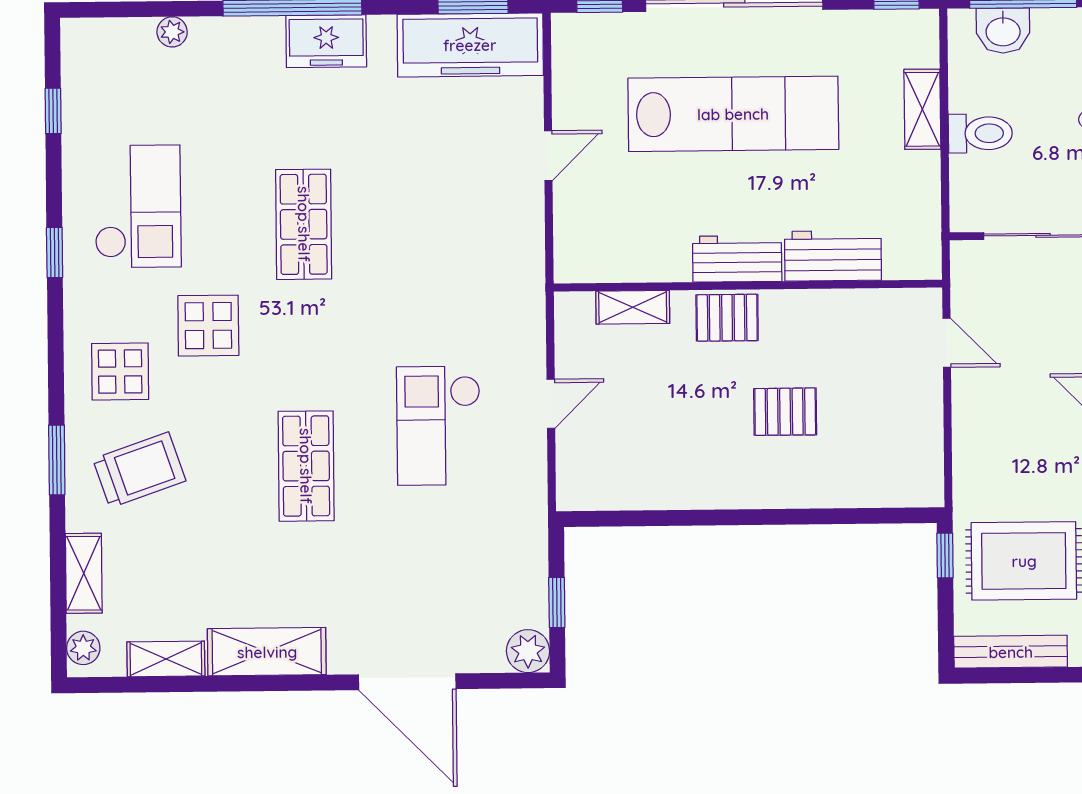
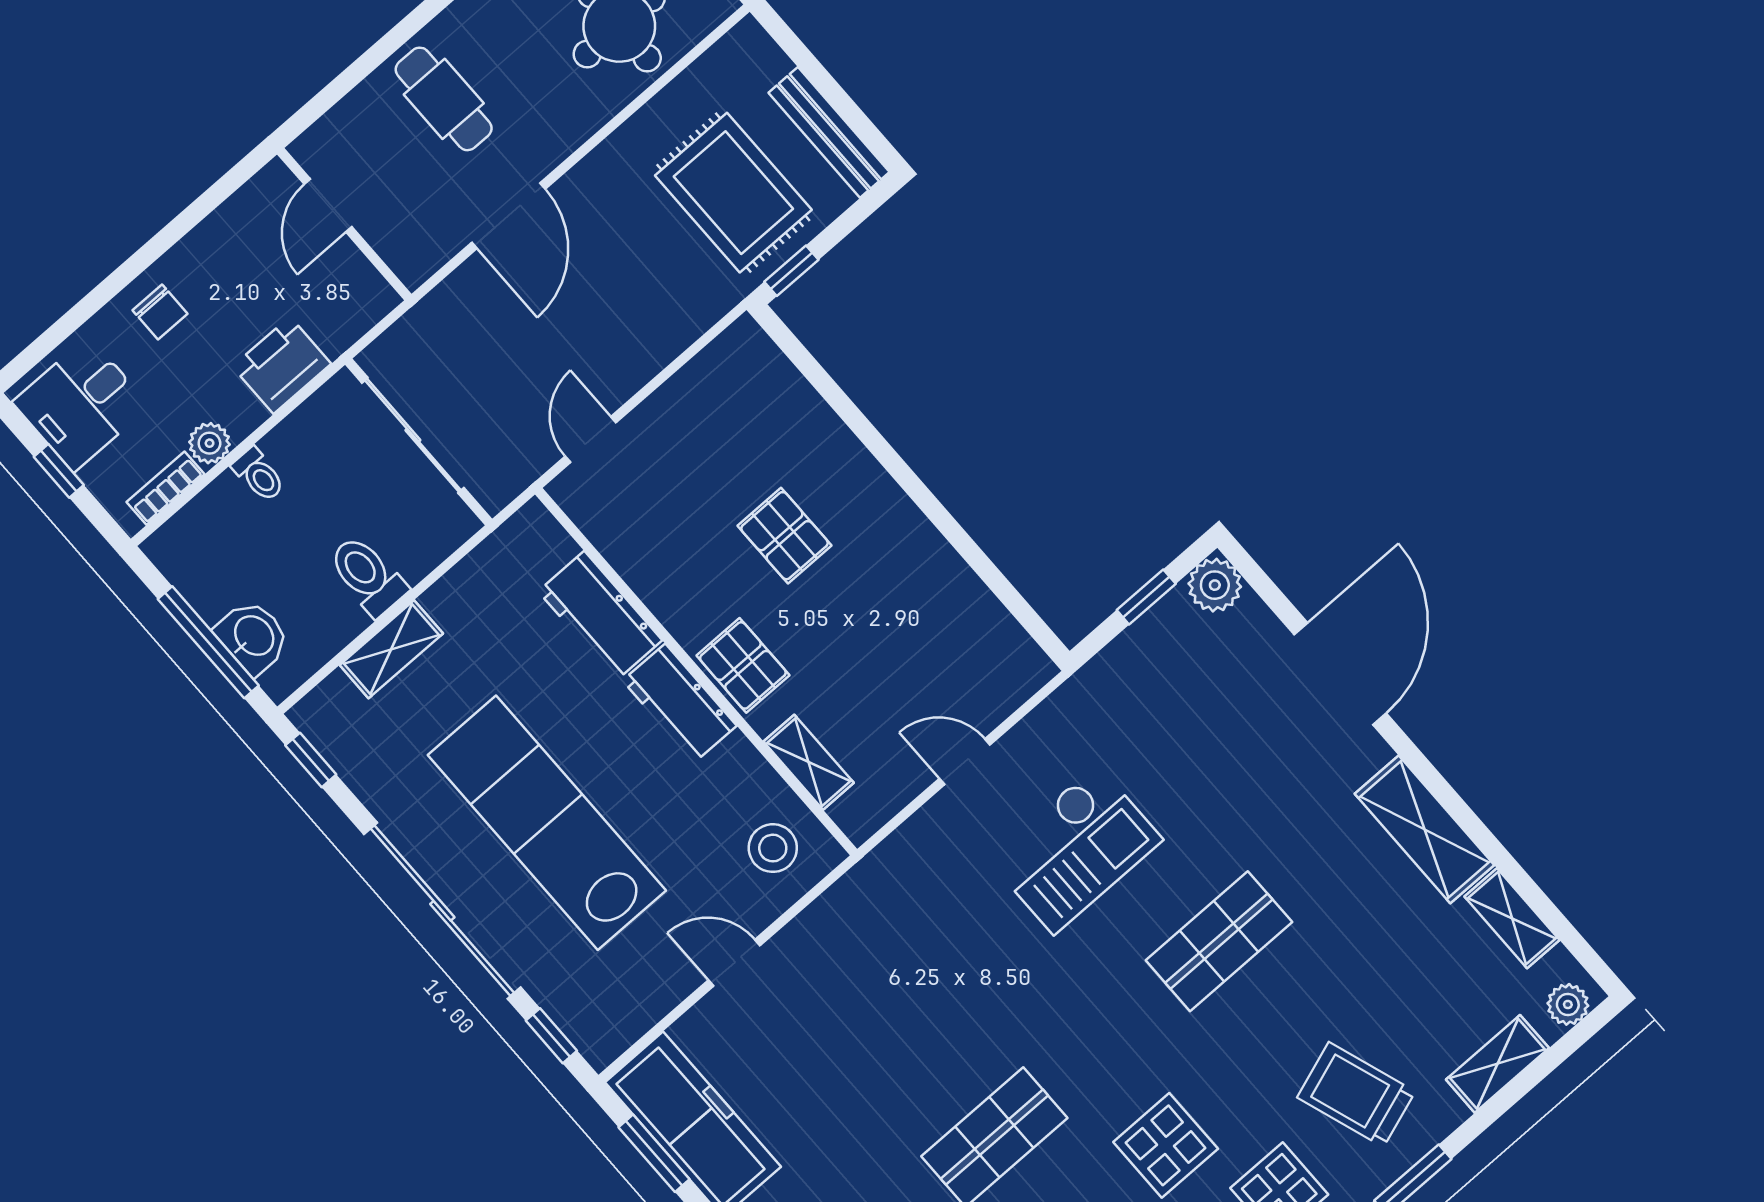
stool: (599, 240) -> (773, 848), added

